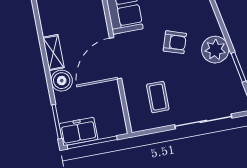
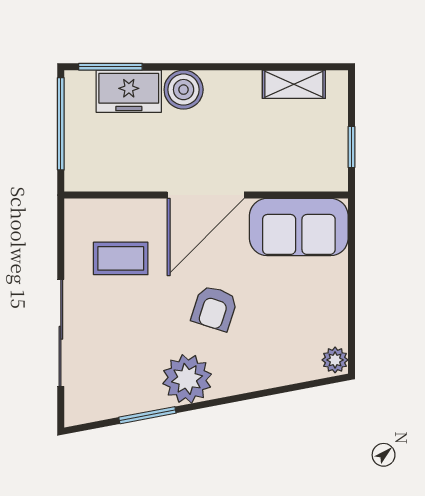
shelving: (53, 53) -> (294, 84), moved
door: (116, 58) -> (206, 195), swing flipped
freezer: (78, 131) -> (129, 91), moved, turned 90

